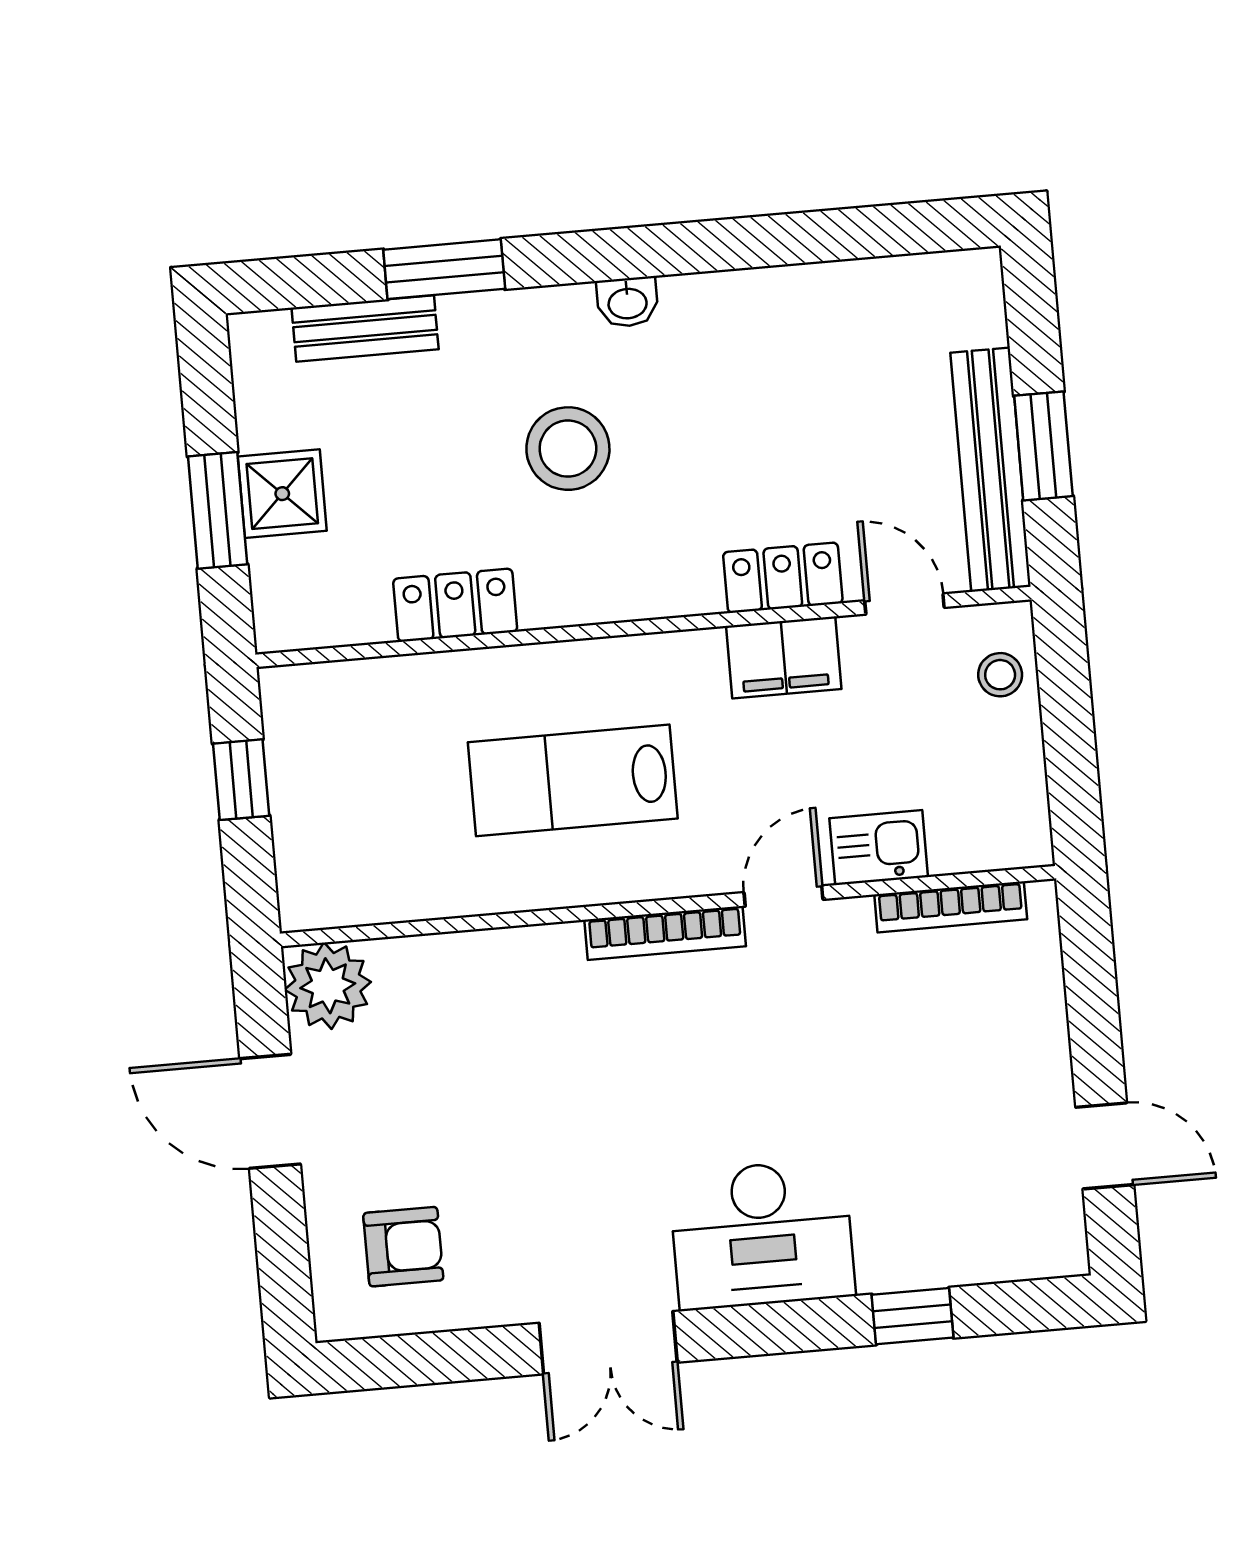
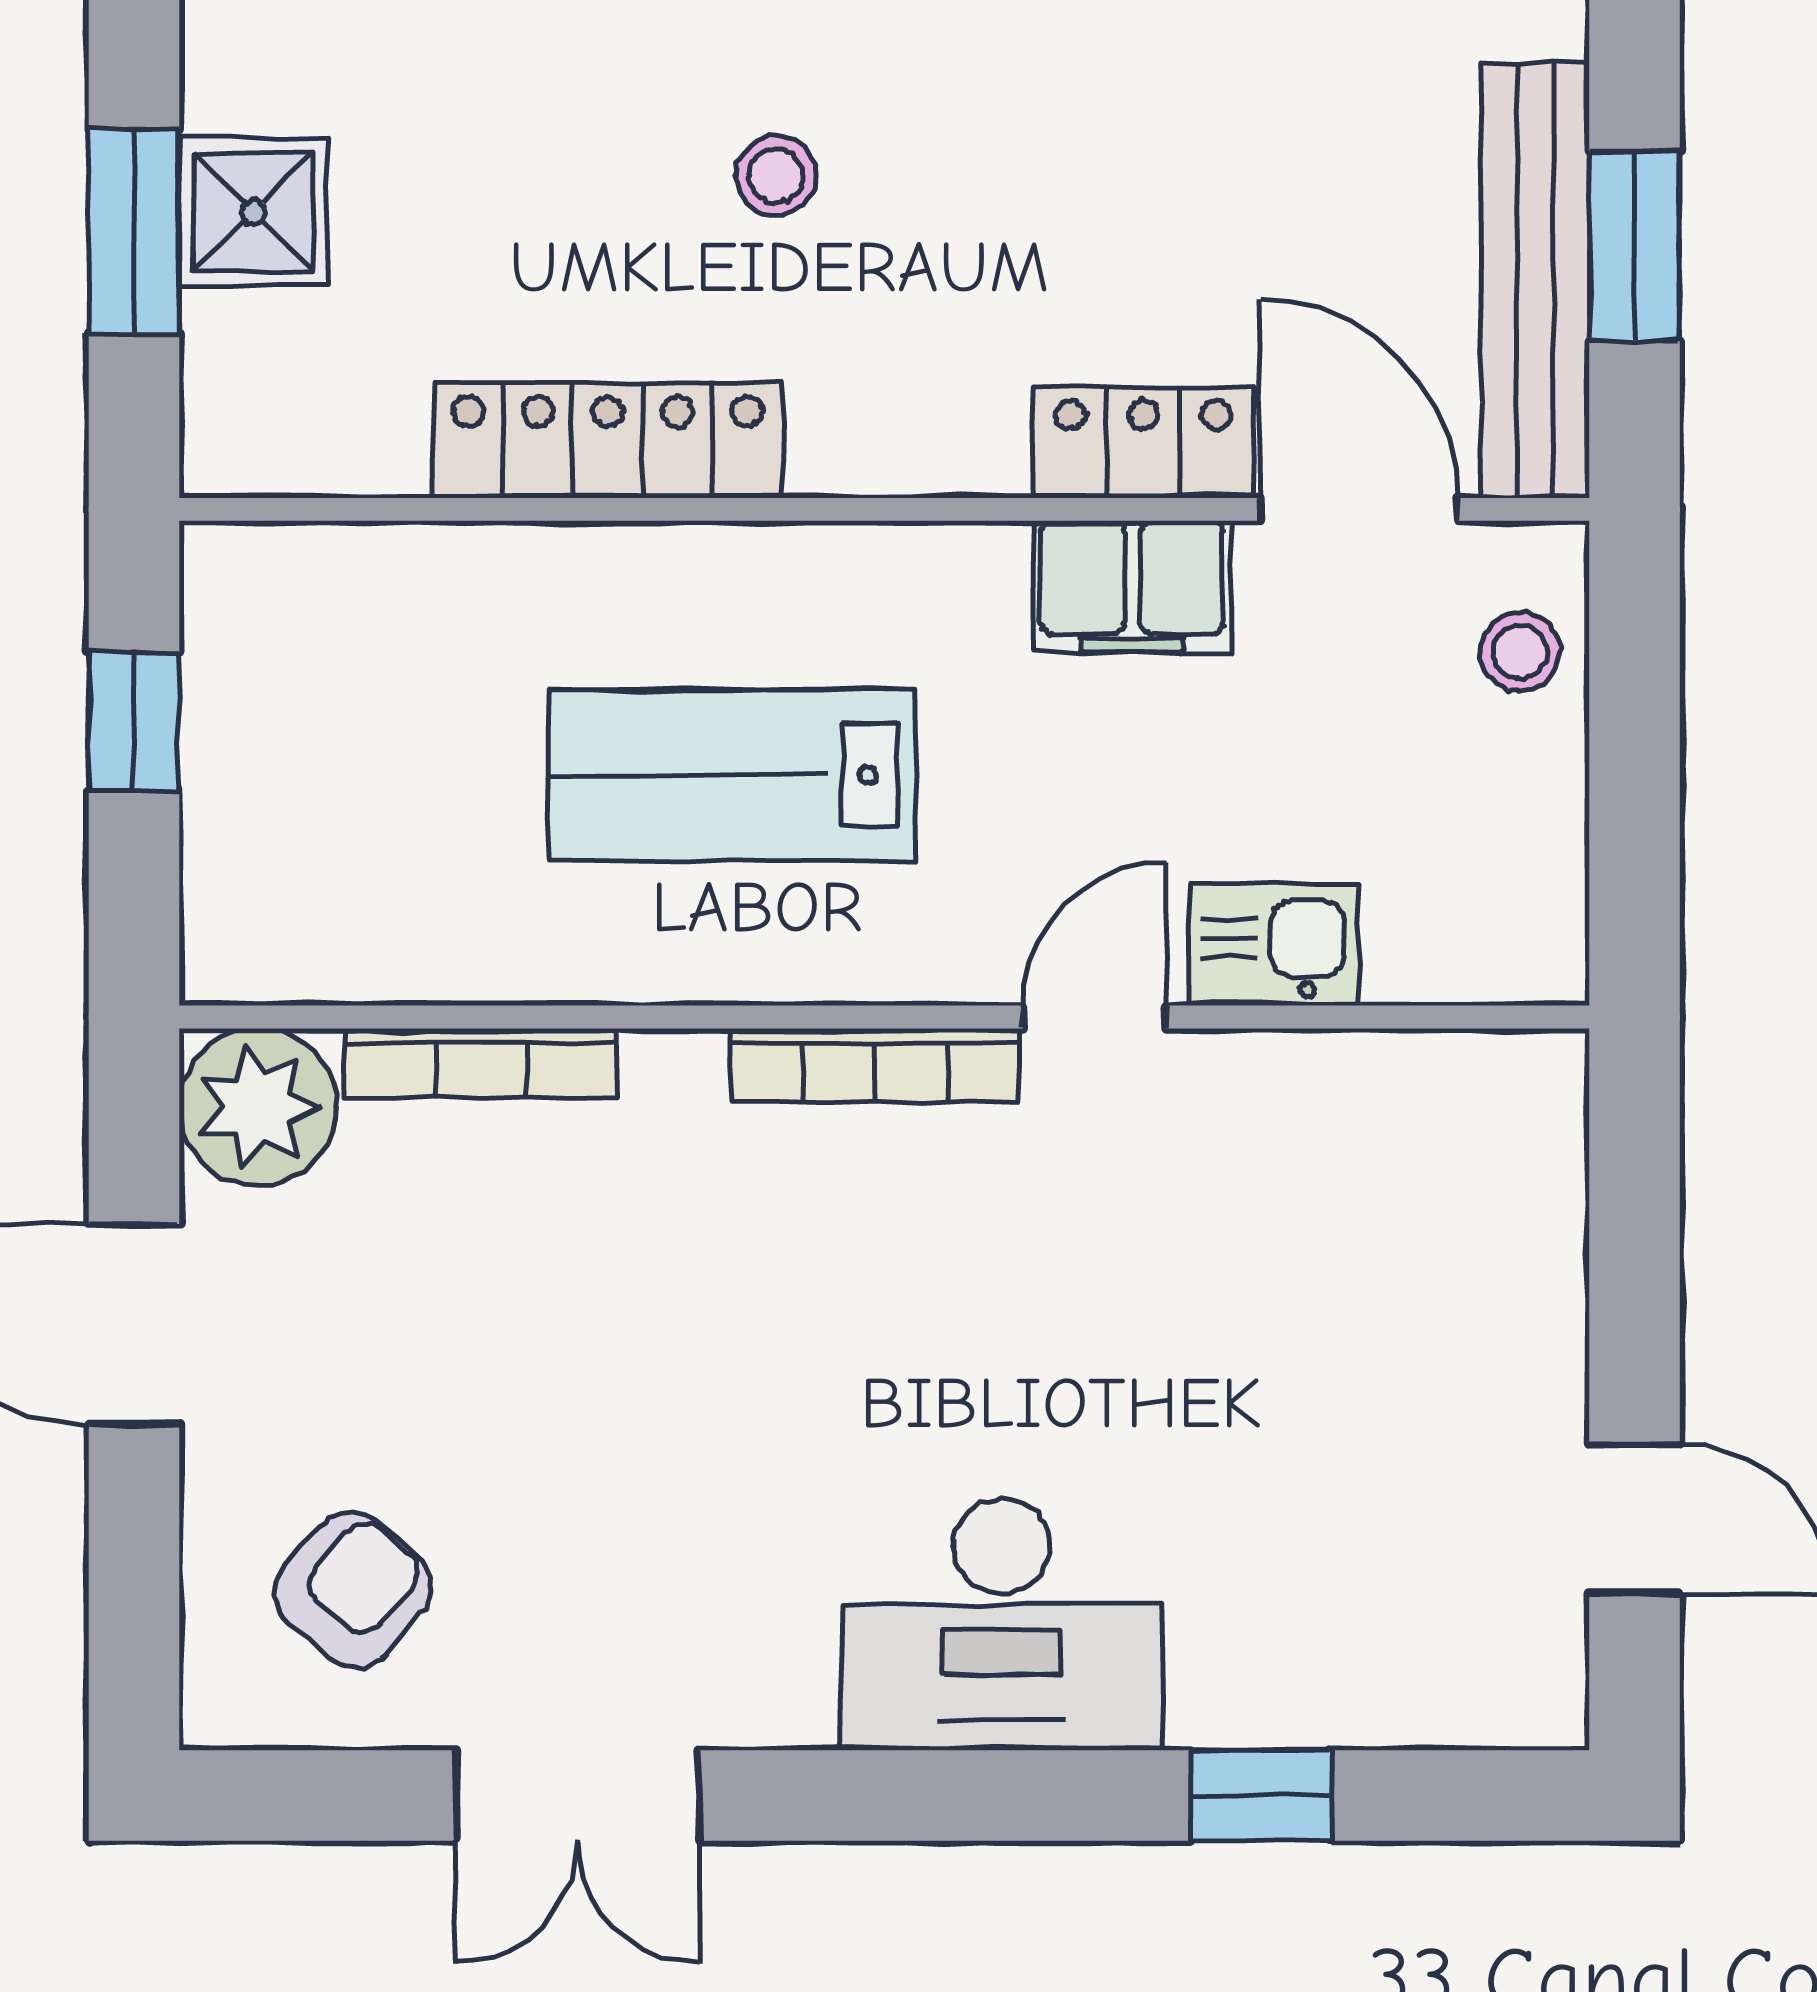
stool: (568, 449) -> (776, 176), width x0.53, depth x0.53
door: (904, 604) -> (1359, 509), width x1.38
locker: (455, 605) -> (608, 440), width x1.53
bookcase: (951, 907) -> (481, 1063), moved
armchair: (403, 1247) -> (353, 1590), turned -49
double door: (608, 1343) -> (578, 1795), moved

